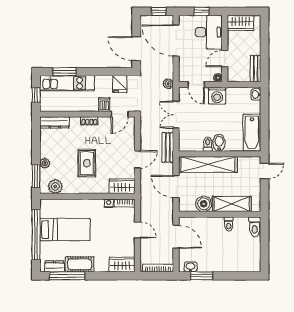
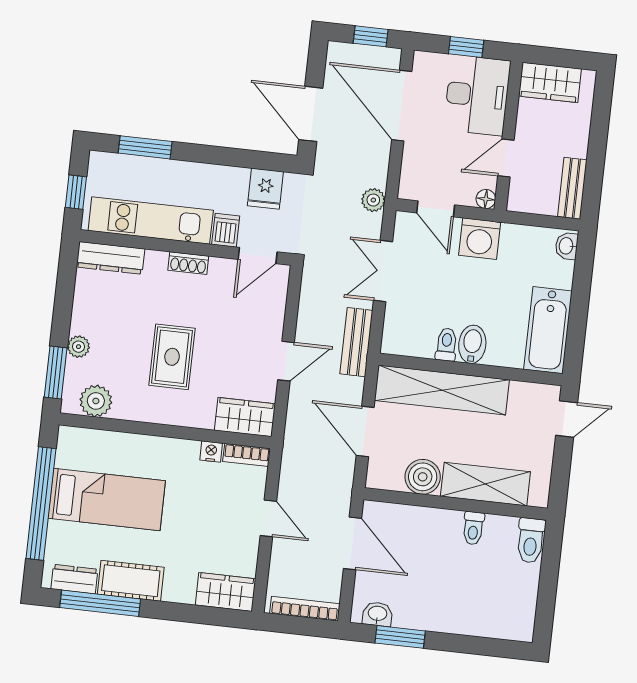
kitchen unit: (67, 83) -> (151, 220), moved, turned 180

